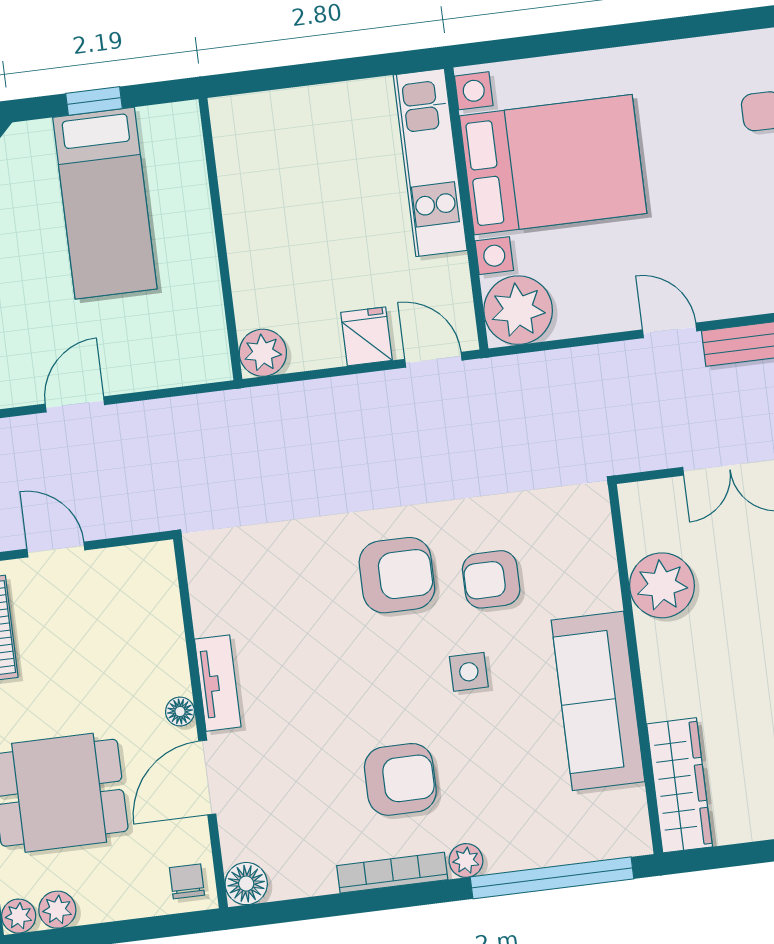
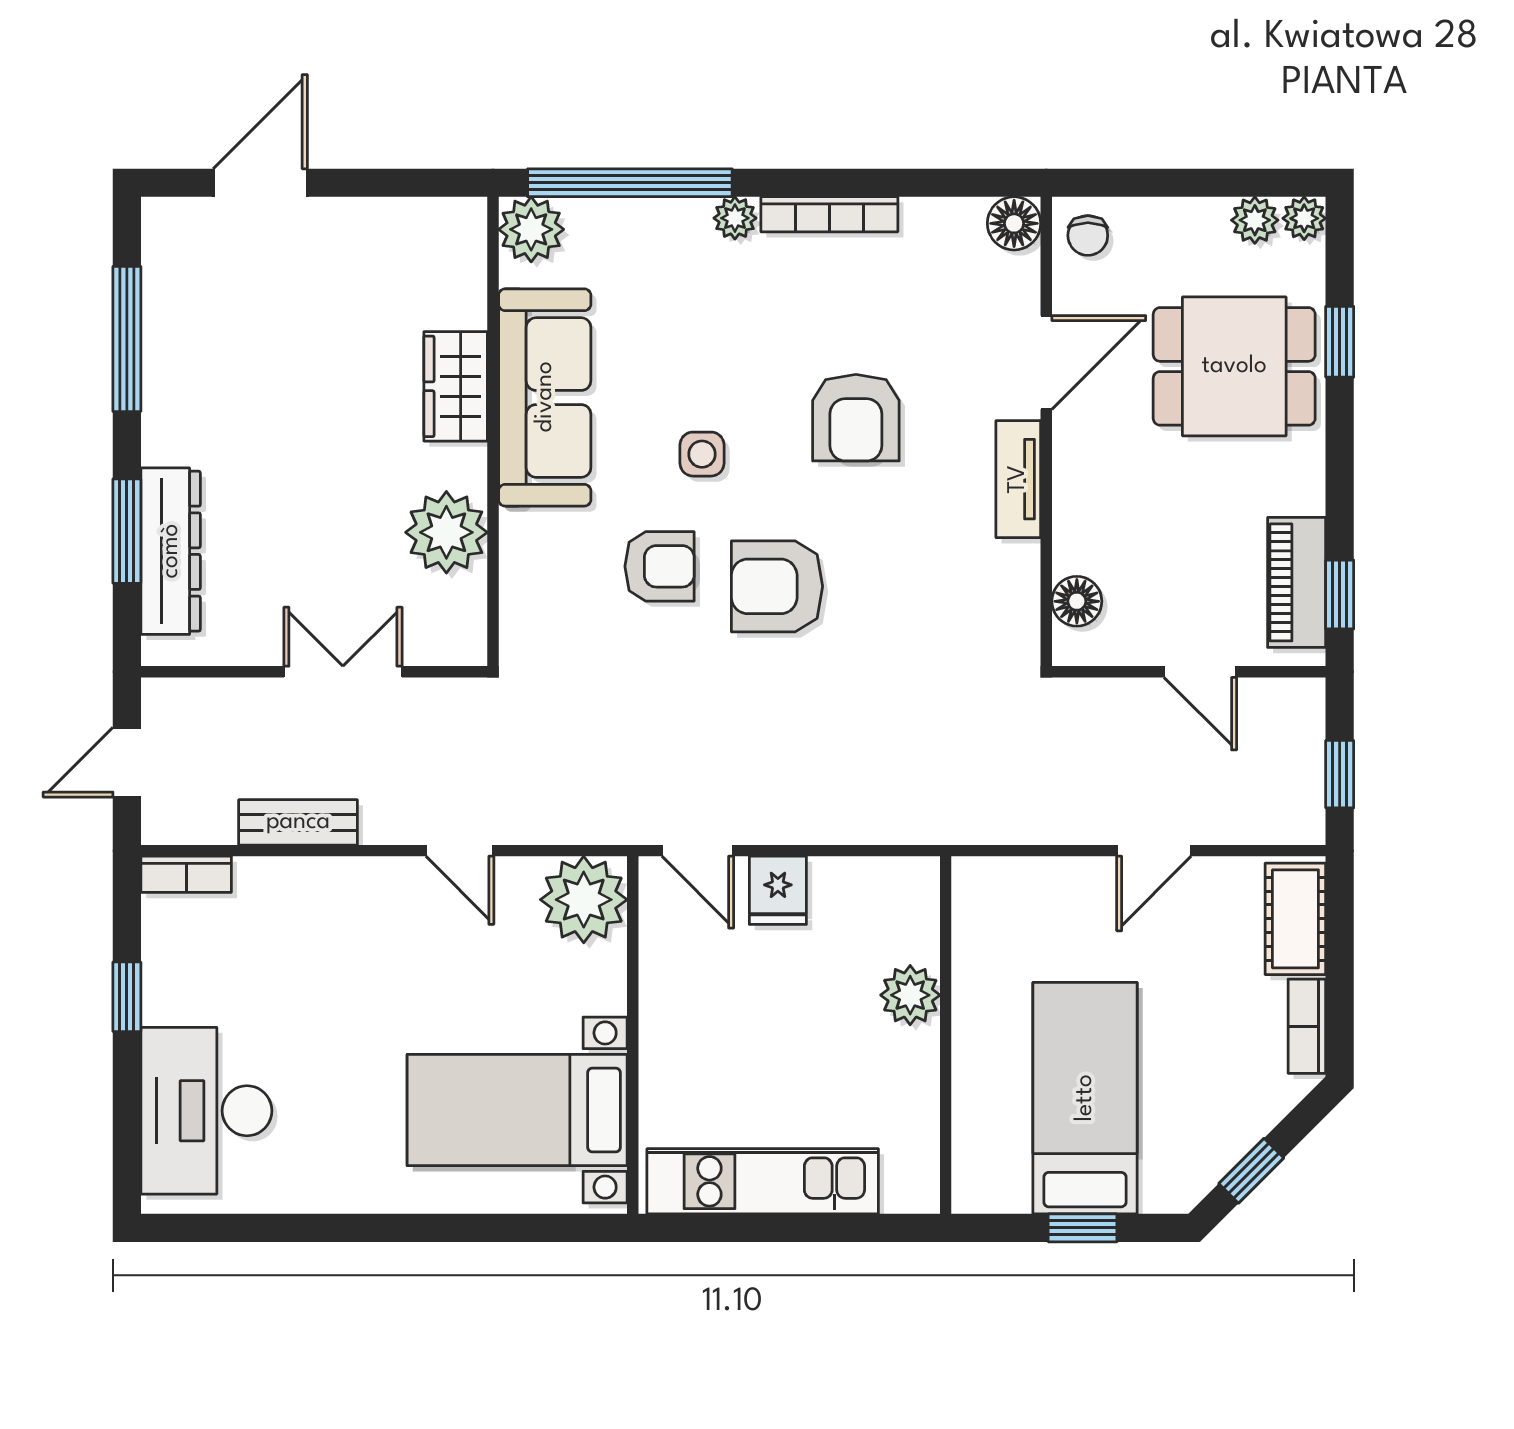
kitchen unit: (430, 163) -> (763, 1181), moved, turned -90
bed with nightstands: (553, 165) -> (517, 1110), width x0.73
door: (670, 330) -> (460, 851), moved
plant: (263, 353) -> (910, 995), moved
floor lamp: (180, 712) -> (1077, 601), moved, width x1.37, depth x1.37
armchair: (400, 779) -> (856, 418), moved, turned -90
wardrobe: (680, 785) -> (456, 386), moved, width x0.67
plant: (625, 832) -> (531, 229), added

